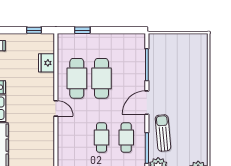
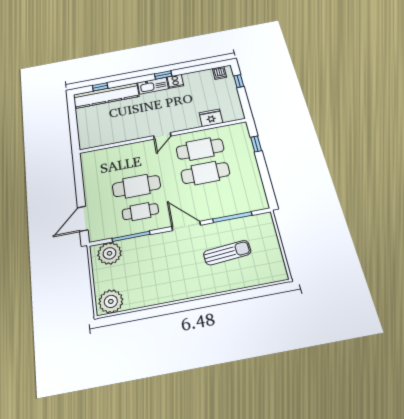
window: (34, 30) -> (239, 81), moved
sun lounger: (163, 133) -> (227, 253), moved
cafe table: (101, 138) -> (136, 186), width x1.37, depth x1.35

